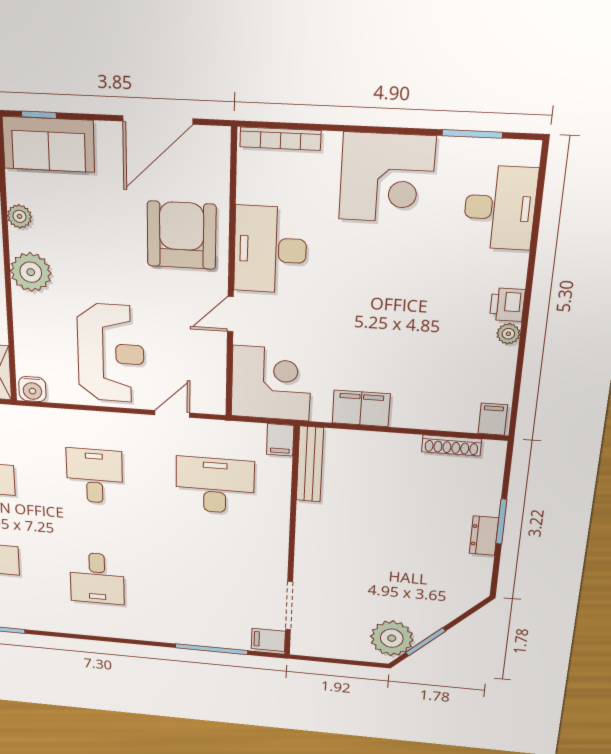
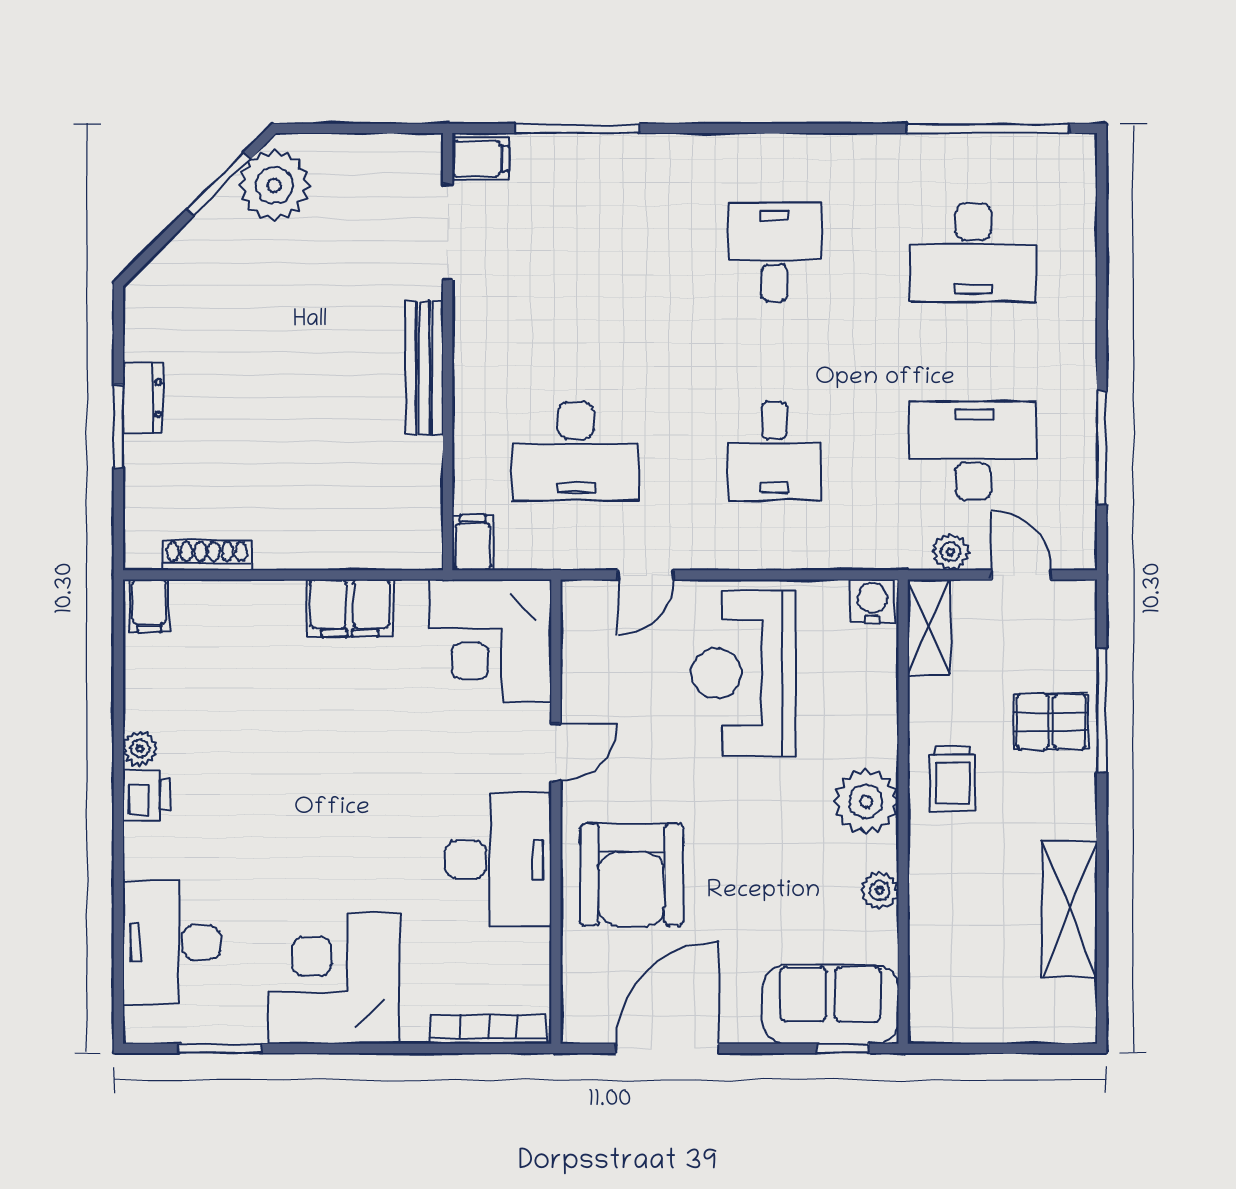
bench: (310, 464) -> (424, 368), moved

